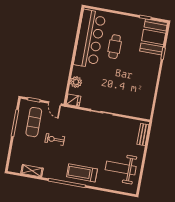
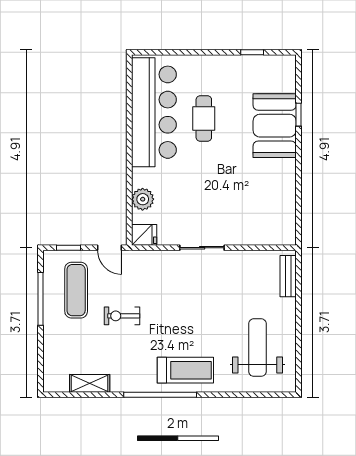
booth: (154, 37) -> (275, 126), moved
weight bench: (121, 168) -> (257, 348), turned 90
treadmill: (82, 173) -> (185, 370), turned 180

